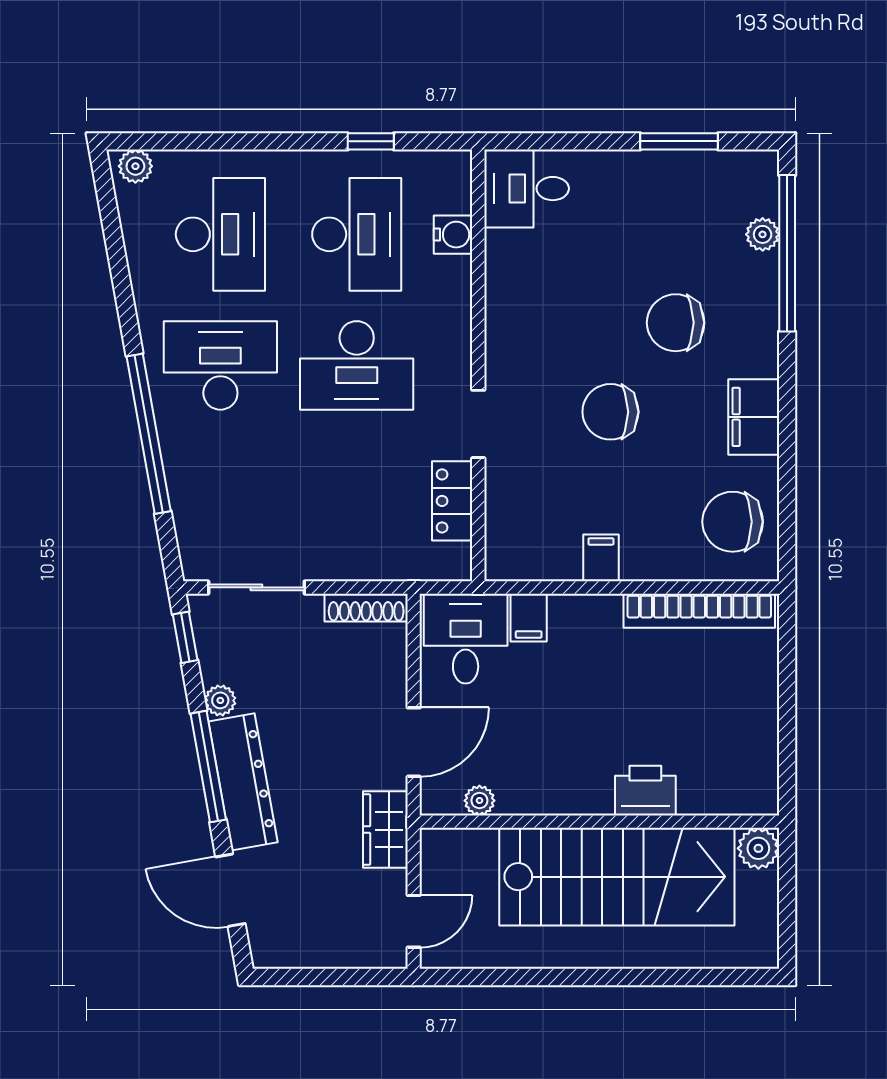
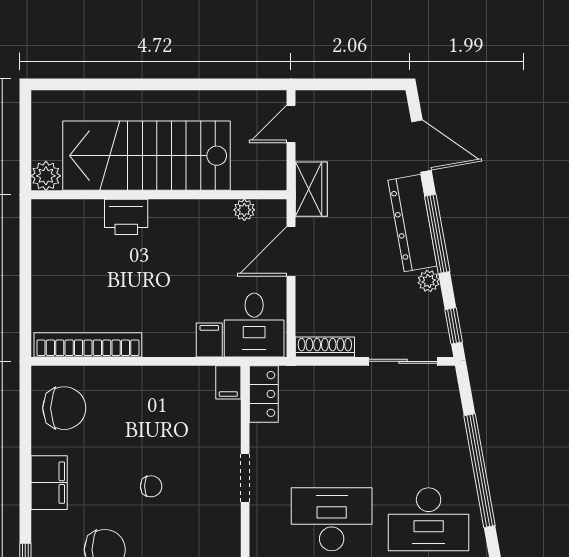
chair: (610, 412) -> (151, 486), width x0.54, depth x0.54
locker: (452, 501) -> (264, 394), moved
filing cabinet: (601, 558) -> (228, 382), moved

